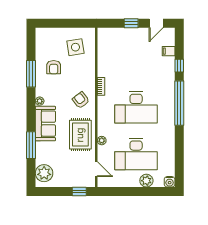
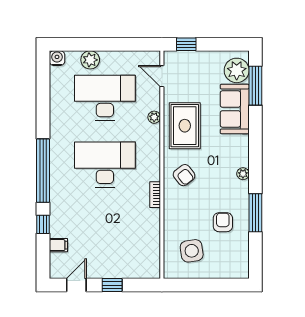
sofa: (45, 124) -> (235, 109), moved
window: (31, 145) -> (255, 86), moved

